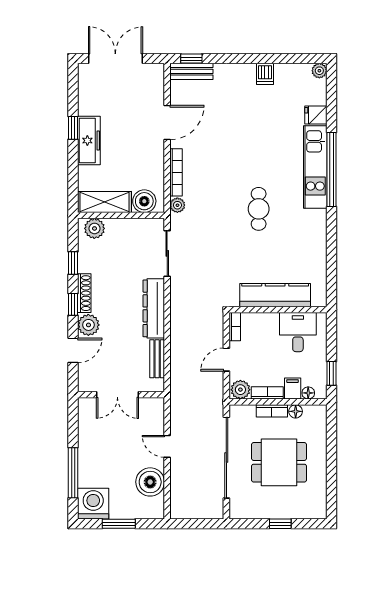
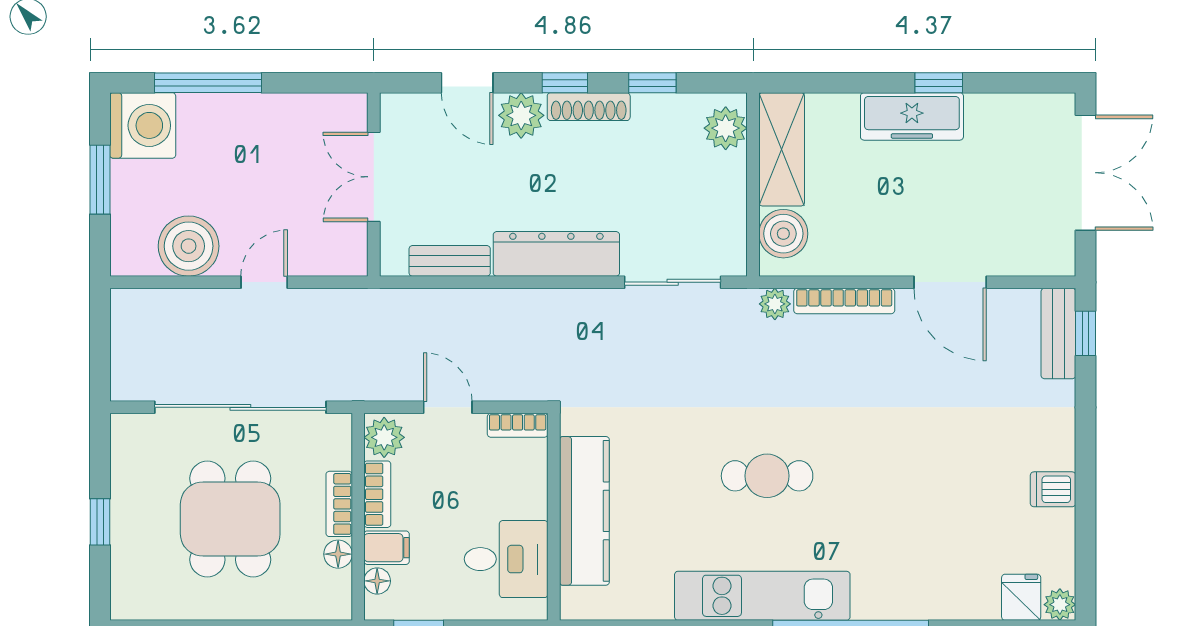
fridge: (316, 115) -> (1021, 597), moved
kitchen unit: (315, 167) -> (762, 596), moved

